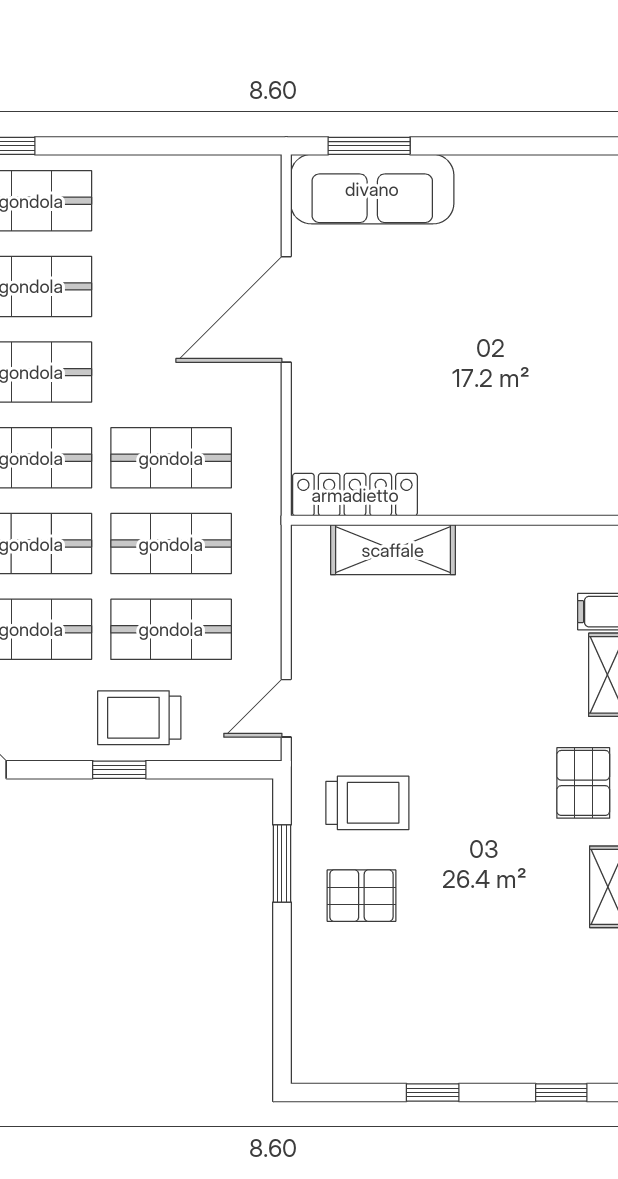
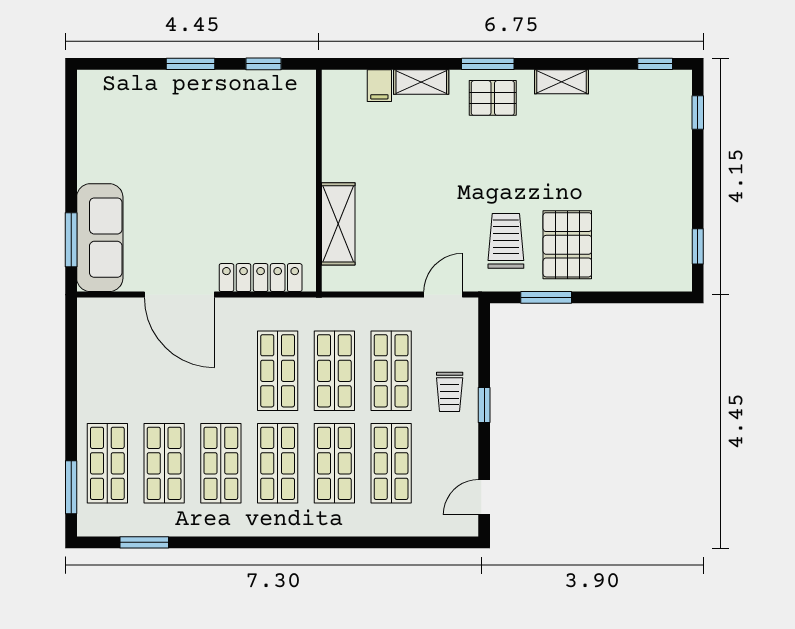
locker: (355, 495) -> (261, 278), moved, turned 90
door: (286, 708) -> (443, 295), swing flipped
trolley: (139, 718) -> (450, 392), width x0.73, depth x0.72
pallet: (361, 896) -> (567, 245), width x1.50, depth x1.42
window: (433, 1093) -> (698, 246), moved

